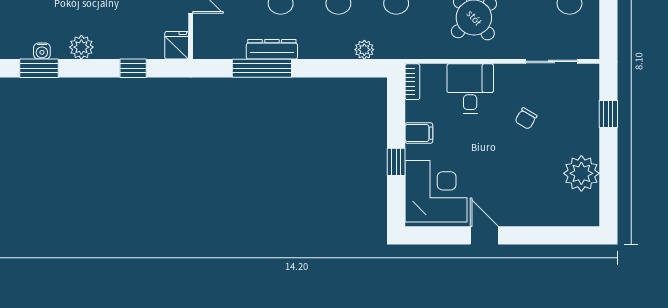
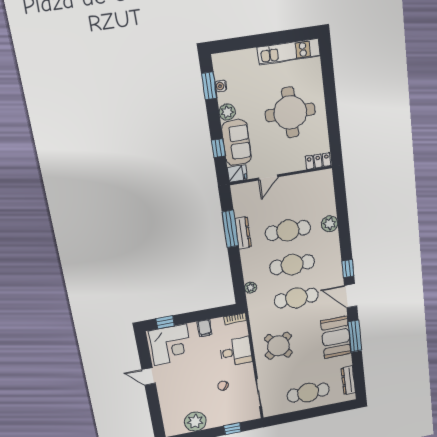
sofa: (129, 40) -> (237, 143), added
window: (396, 162) -> (165, 322), moved
door: (484, 235) -> (149, 376), swing flipped

